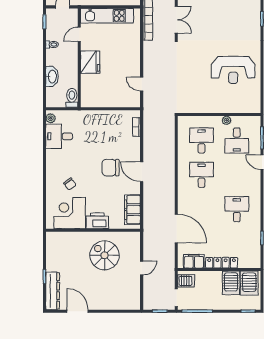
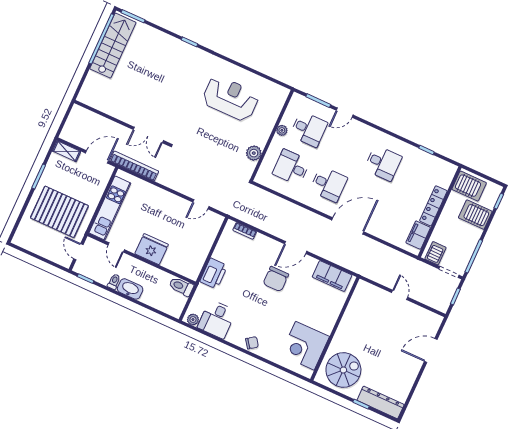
double door: (176, 20) -> (148, 135), swing flipped
reception desk: (233, 70) -> (231, 98), turned -90
washbasin: (52, 77) -> (130, 289), moved
plant: (199, 107) -> (254, 153), added
desk: (202, 175) -> (328, 184), turned 180
chair: (70, 184) -> (252, 343), moved
desk: (237, 209) -> (383, 163), turned 180
printer: (97, 221) -> (214, 274), moved, turned 180
door: (176, 228) -> (348, 226), moved
spiral stairs: (105, 255) -> (343, 370), moved, turned 180
server rack: (231, 283) -> (475, 215), moved, turned 180
door: (78, 311) -> (431, 350), moved

